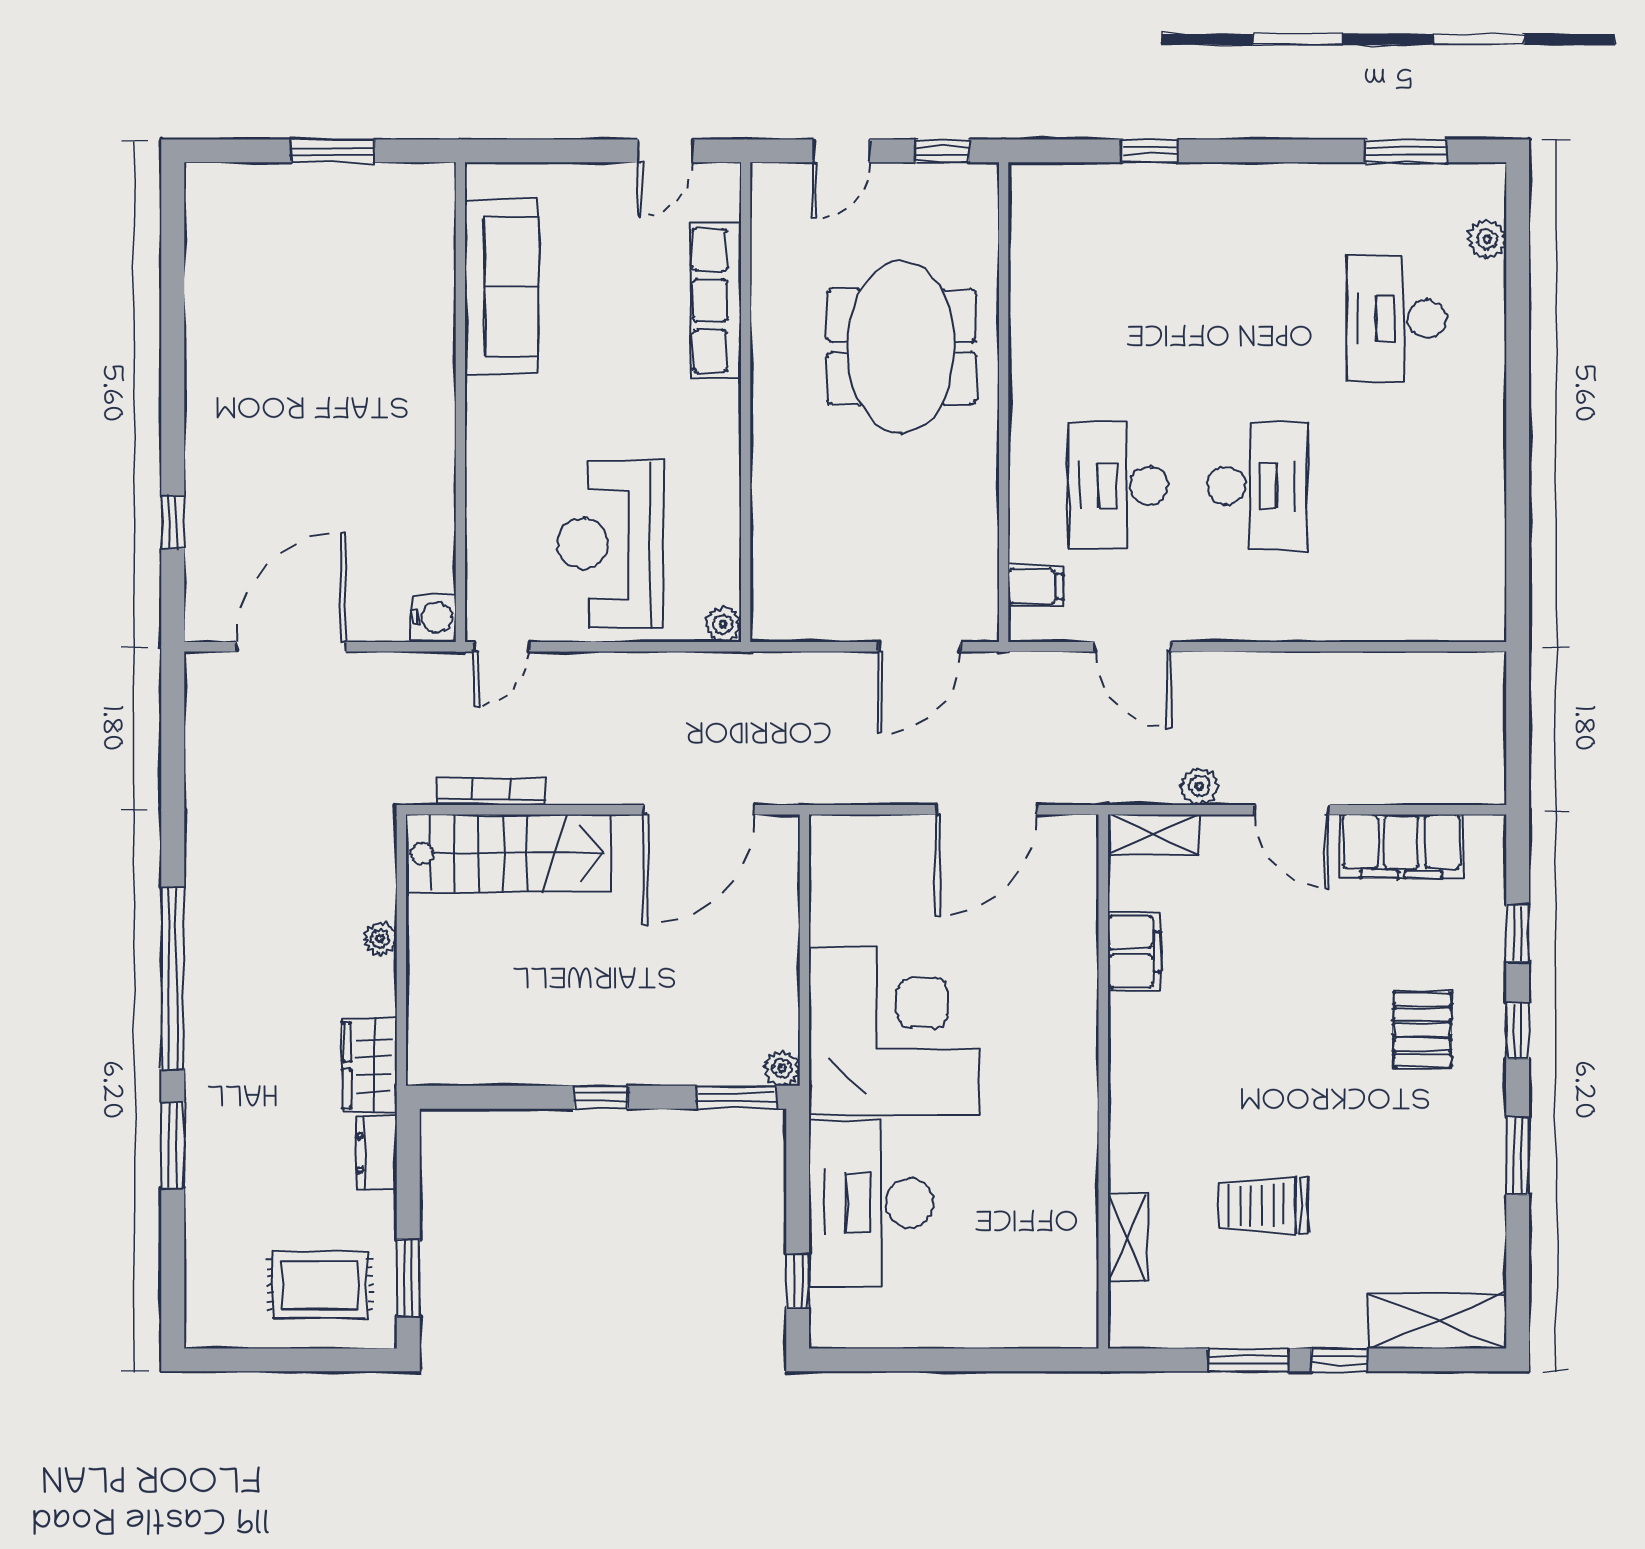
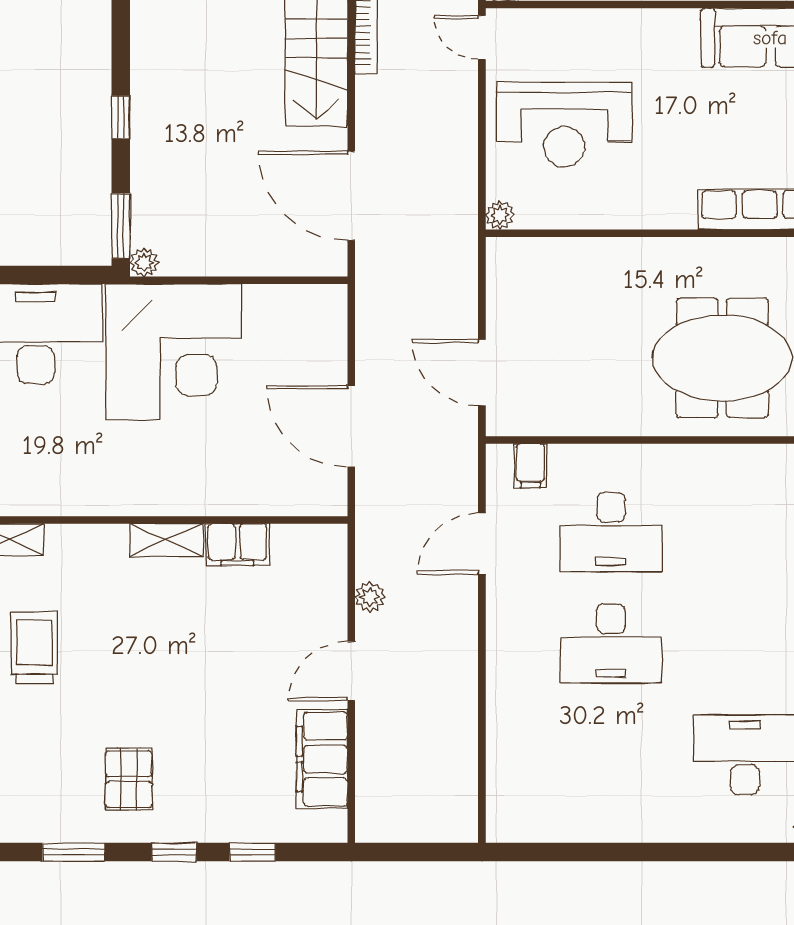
desk: (1118, 486) -> (611, 532), turned 180
reception desk: (610, 544) -> (564, 125), turned 180
shelving: (1153, 835) -> (167, 540), moved, turned 90
pallet: (1422, 1030) -> (129, 779), moved, turned 90

